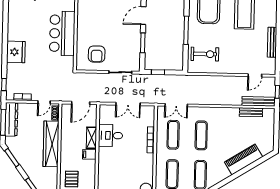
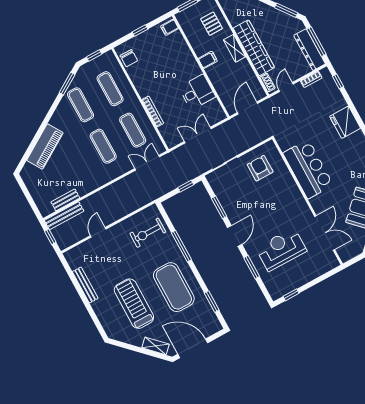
door: (255, 75) -> (98, 232), moved
shelving: (92, 138) -> (235, 48), moved

